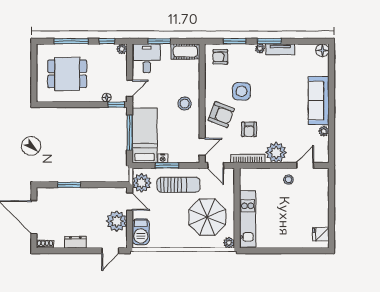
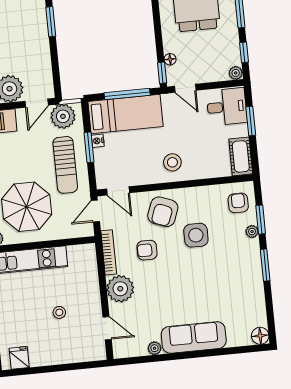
plant: (260, 49) -> (252, 231), moved
tv unit: (280, 49) -> (256, 280), removed
stool: (289, 180) -> (59, 312), moved

